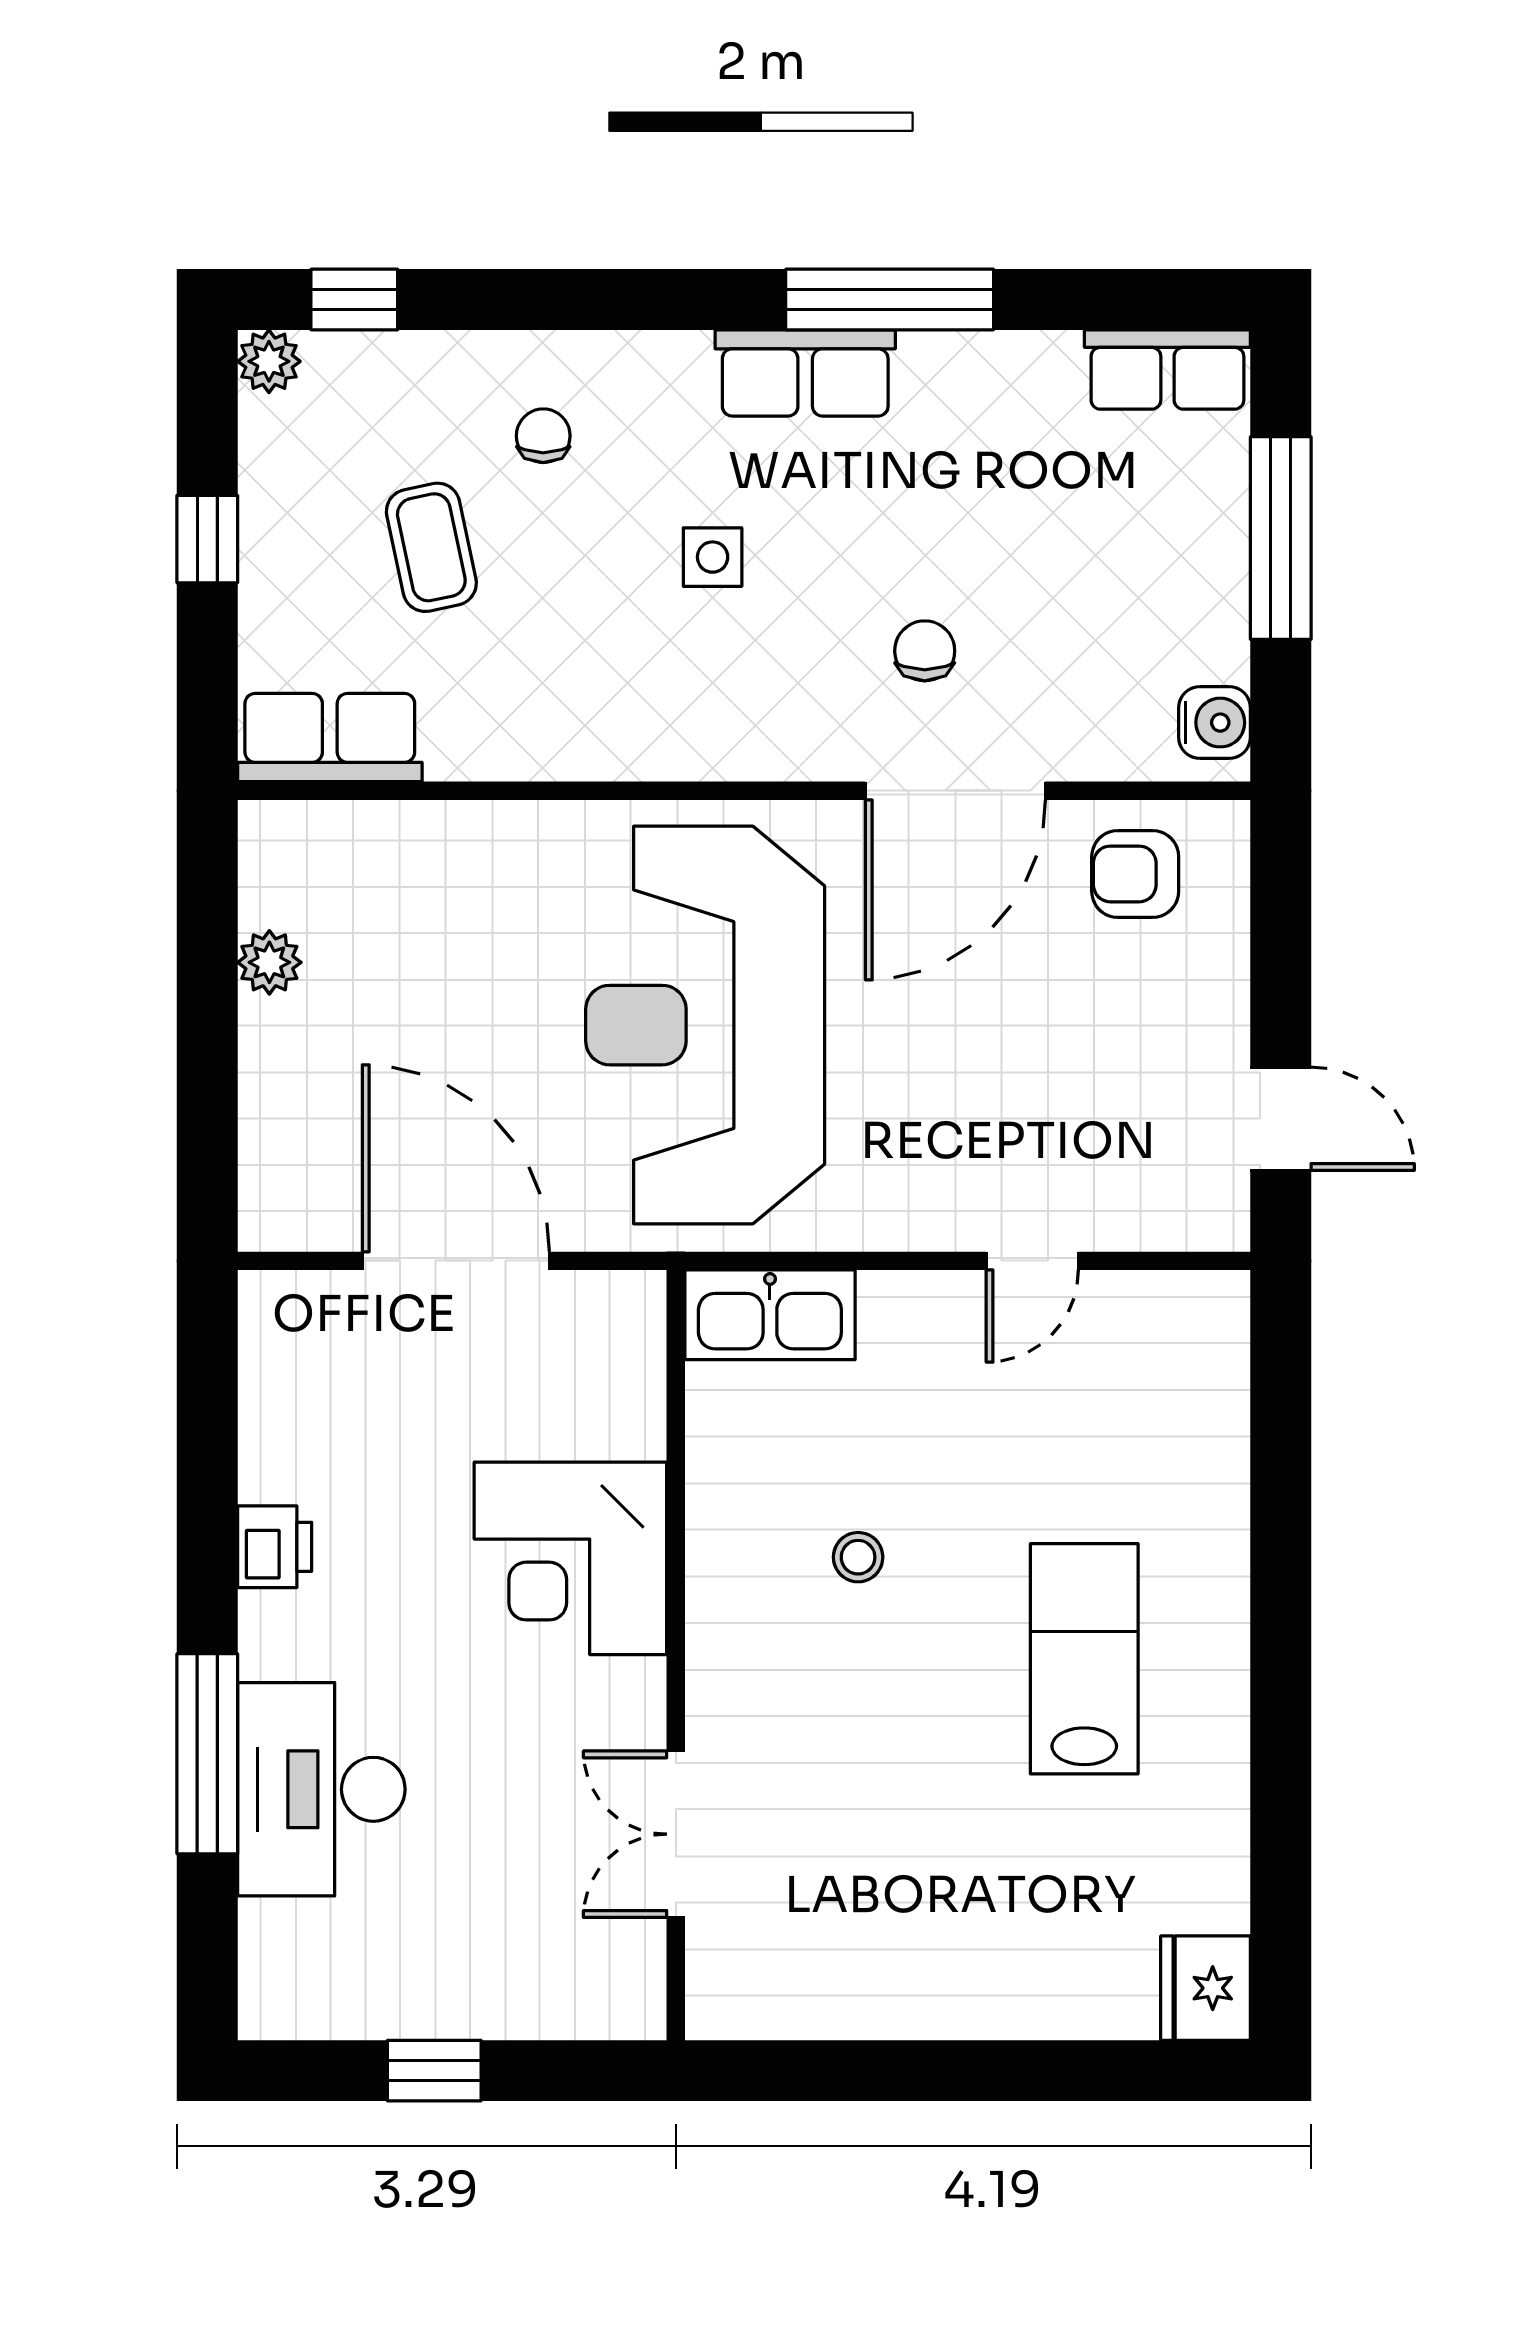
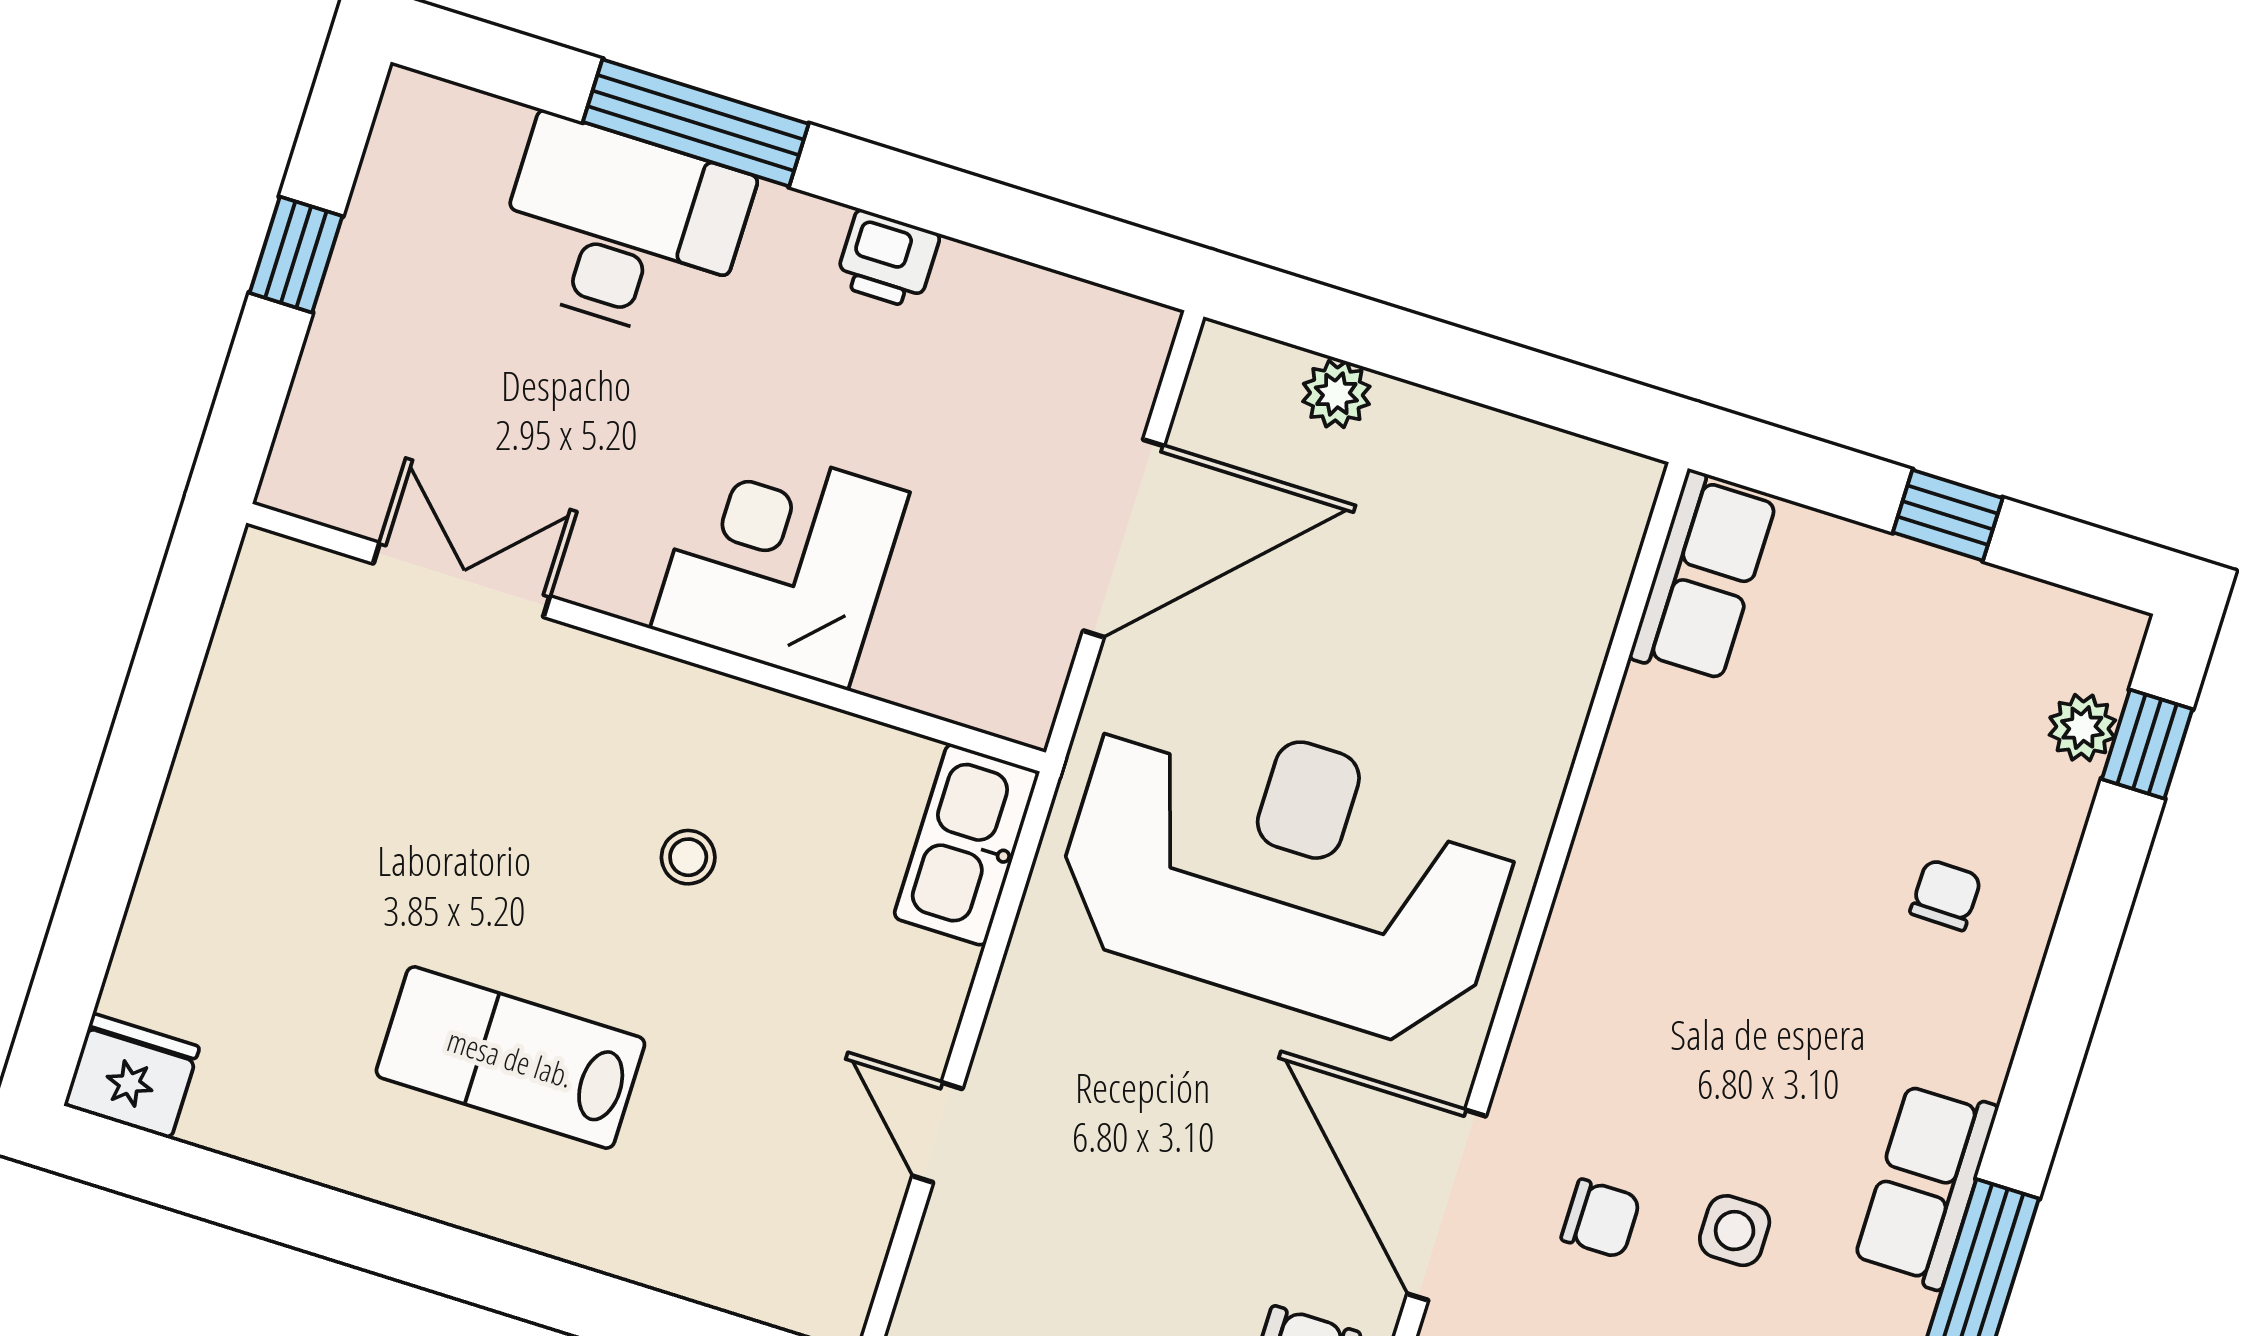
plant: (269, 361) -> (2082, 728), moved
chair: (543, 436) -> (1946, 895), turned -89
coffee table: (431, 547) -> (1867, 744), removed
side table: (713, 557) -> (1735, 1231), moved
plant: (269, 962) -> (1336, 394), moved
lab bench: (1084, 1659) -> (510, 1058), turned 180

